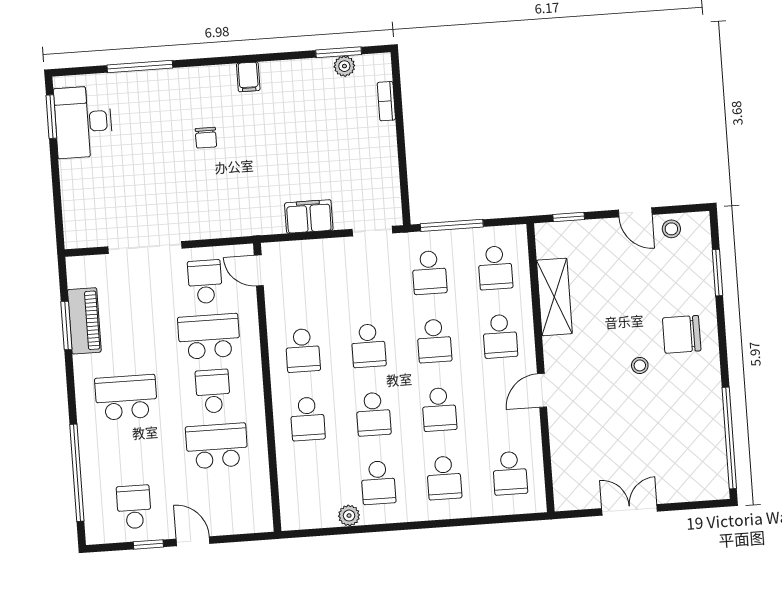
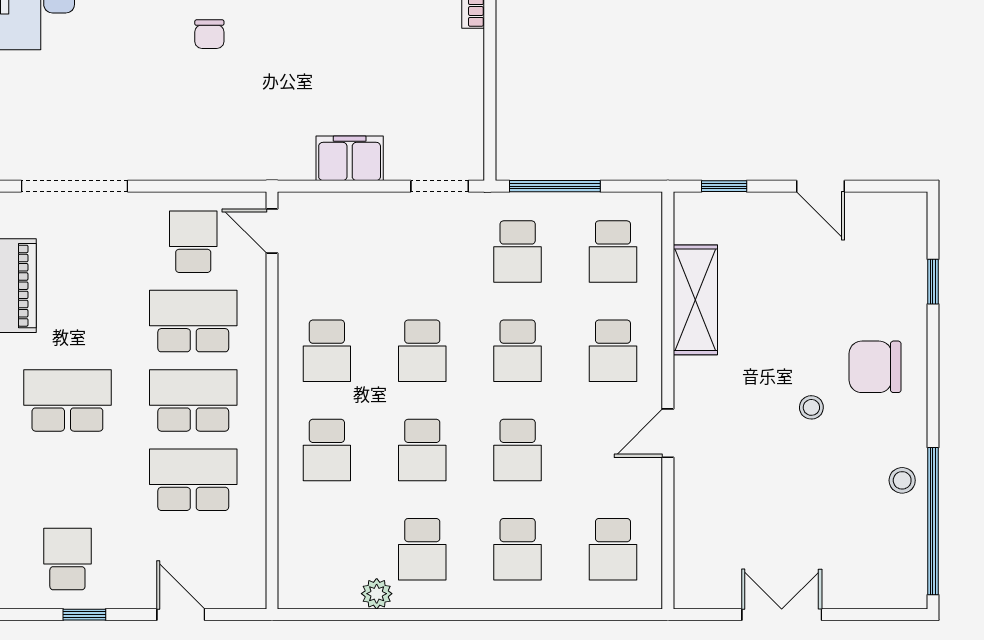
stool: (671, 229) -> (902, 480), moved
doorway: (145, 247) -> (75, 186), moved
window: (717, 273) -> (933, 282), width x0.67
school desk: (213, 391) -> (193, 400), width x1.85
door: (193, 541) -> (181, 615), moved

